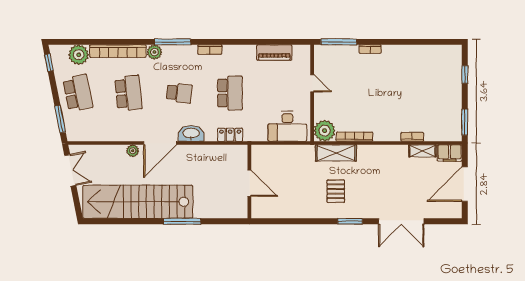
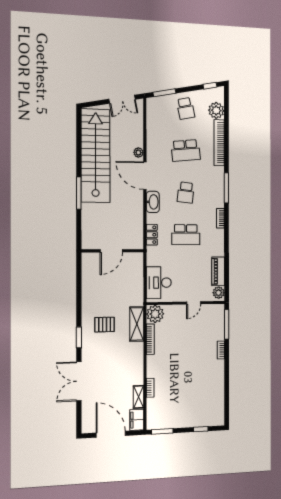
plant: (154, 52) -> (219, 293), moved
school desk: (78, 93) -> (186, 108), width x0.54

